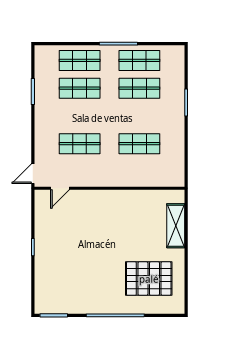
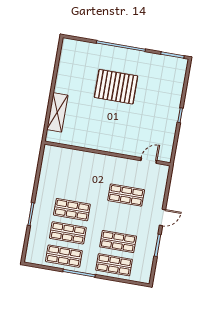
shop shelf: (139, 144) -> (72, 210), moved
door: (33, 174) -> (162, 218), moved
pallet: (149, 279) -> (116, 87), moved

